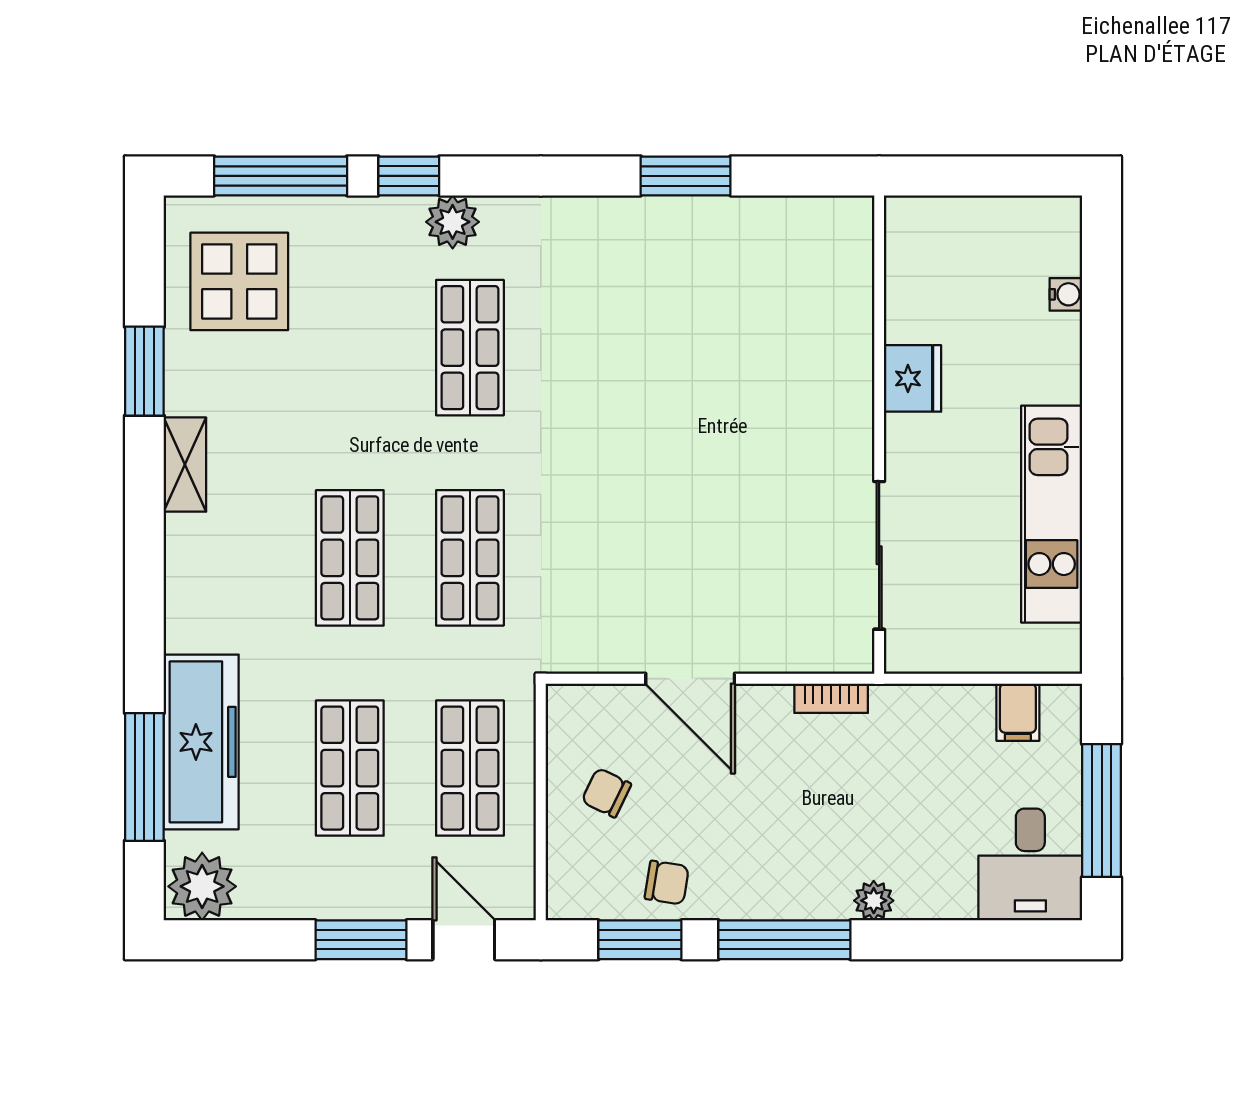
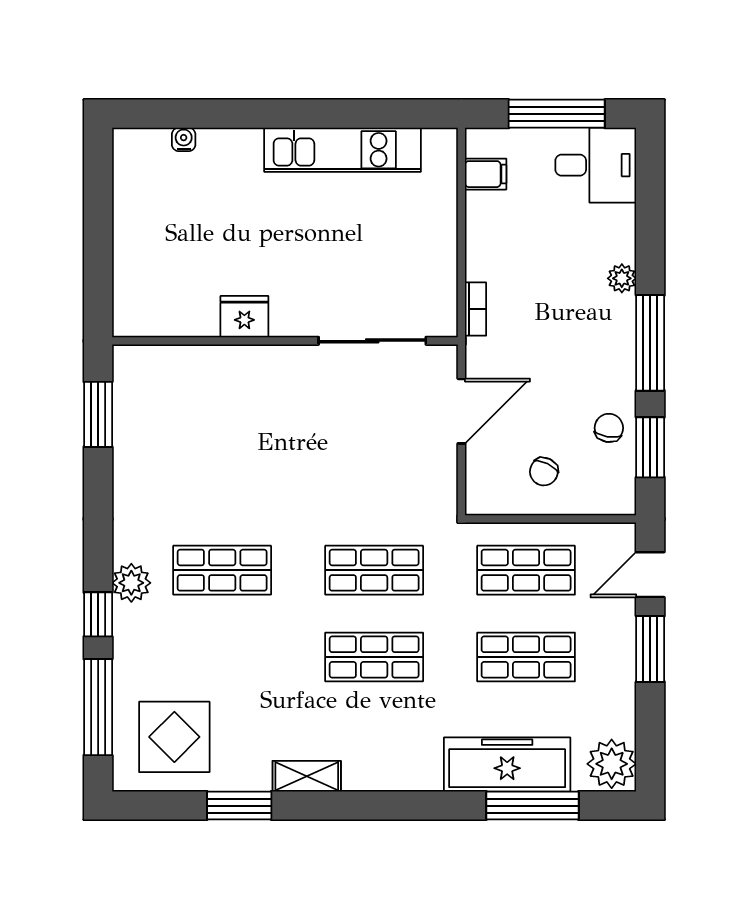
fridge: (913, 378) -> (244, 317), moved
wall: (879, 435) -> (285, 341), moved
sliding door: (879, 555) -> (372, 341), moved

